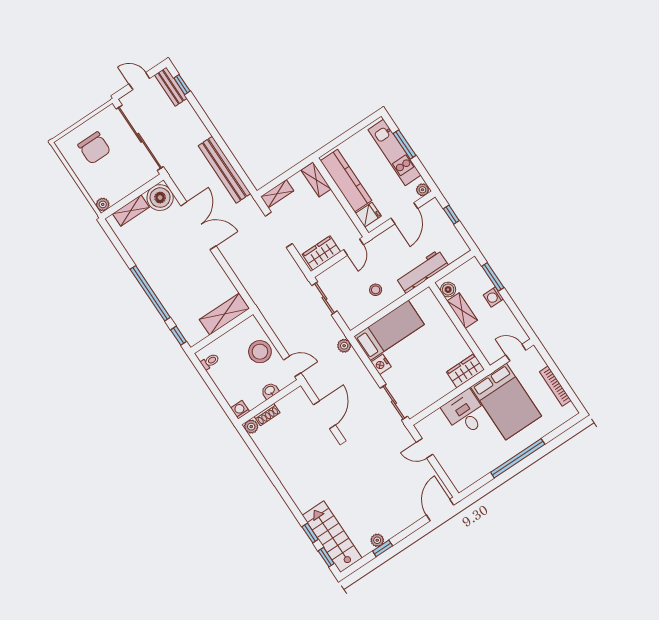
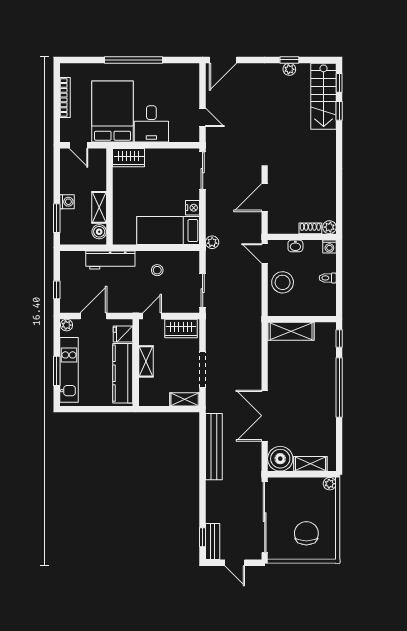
shelving: (316, 180) -> (146, 361), moved
toilet: (210, 361) -> (328, 278), moved

